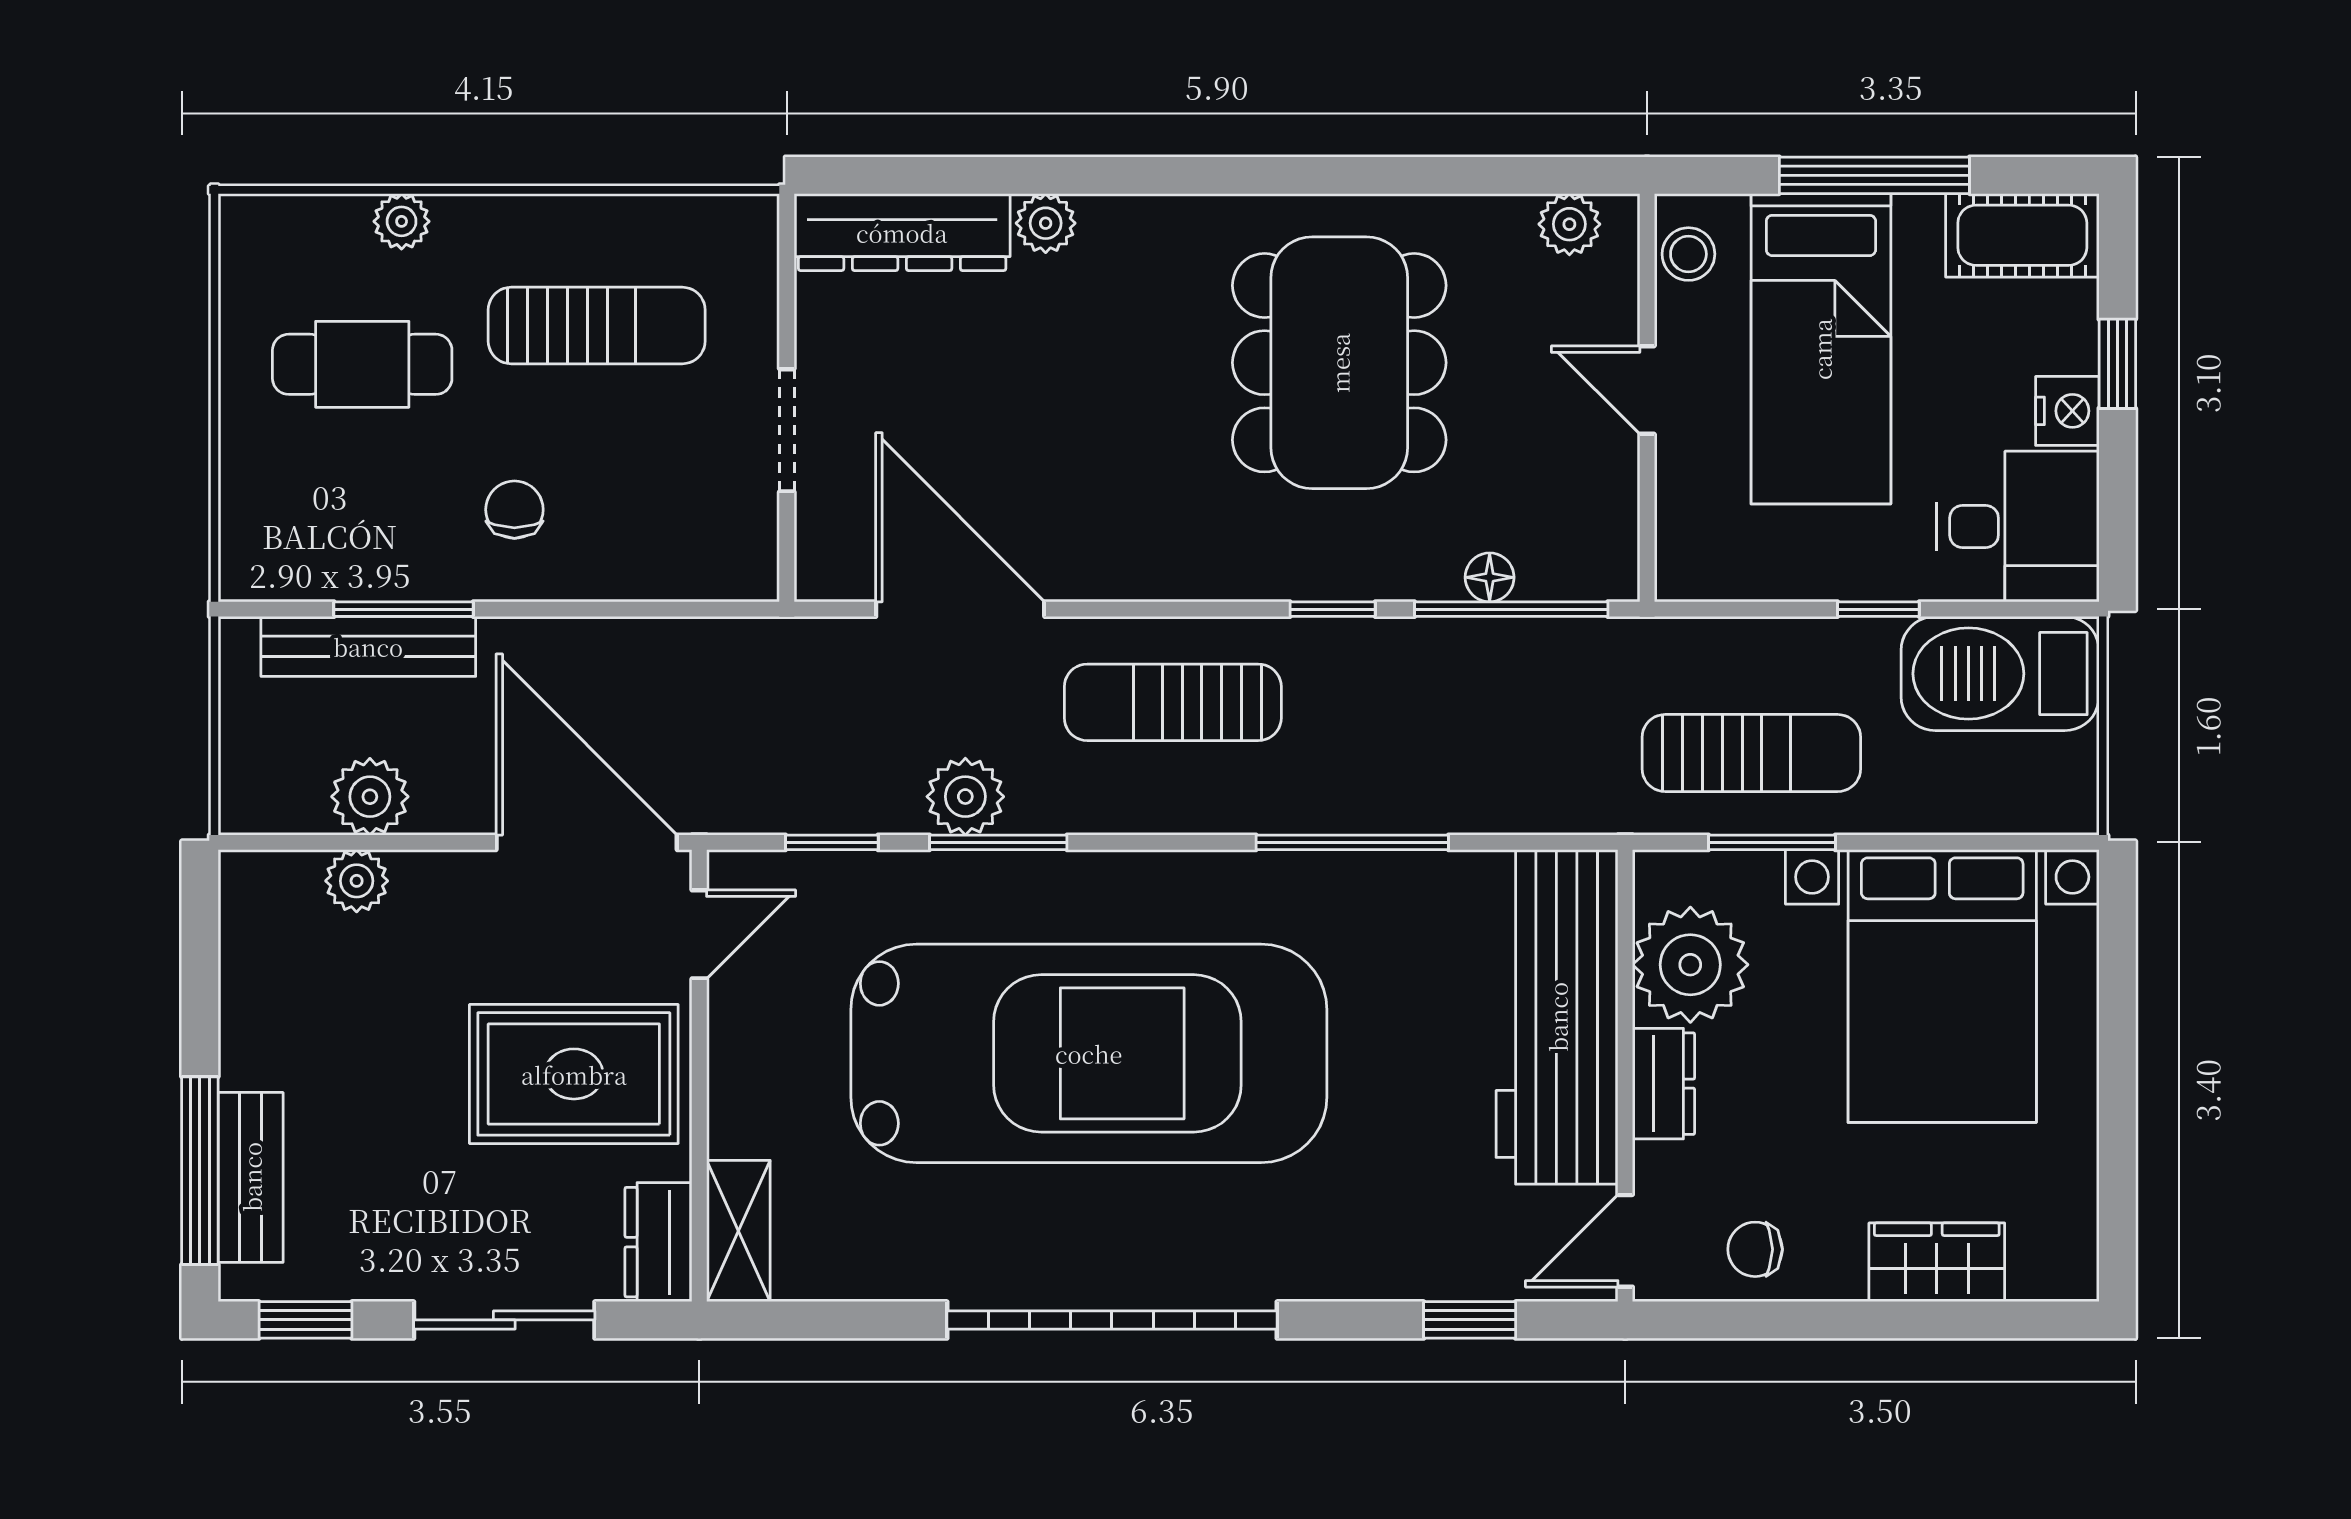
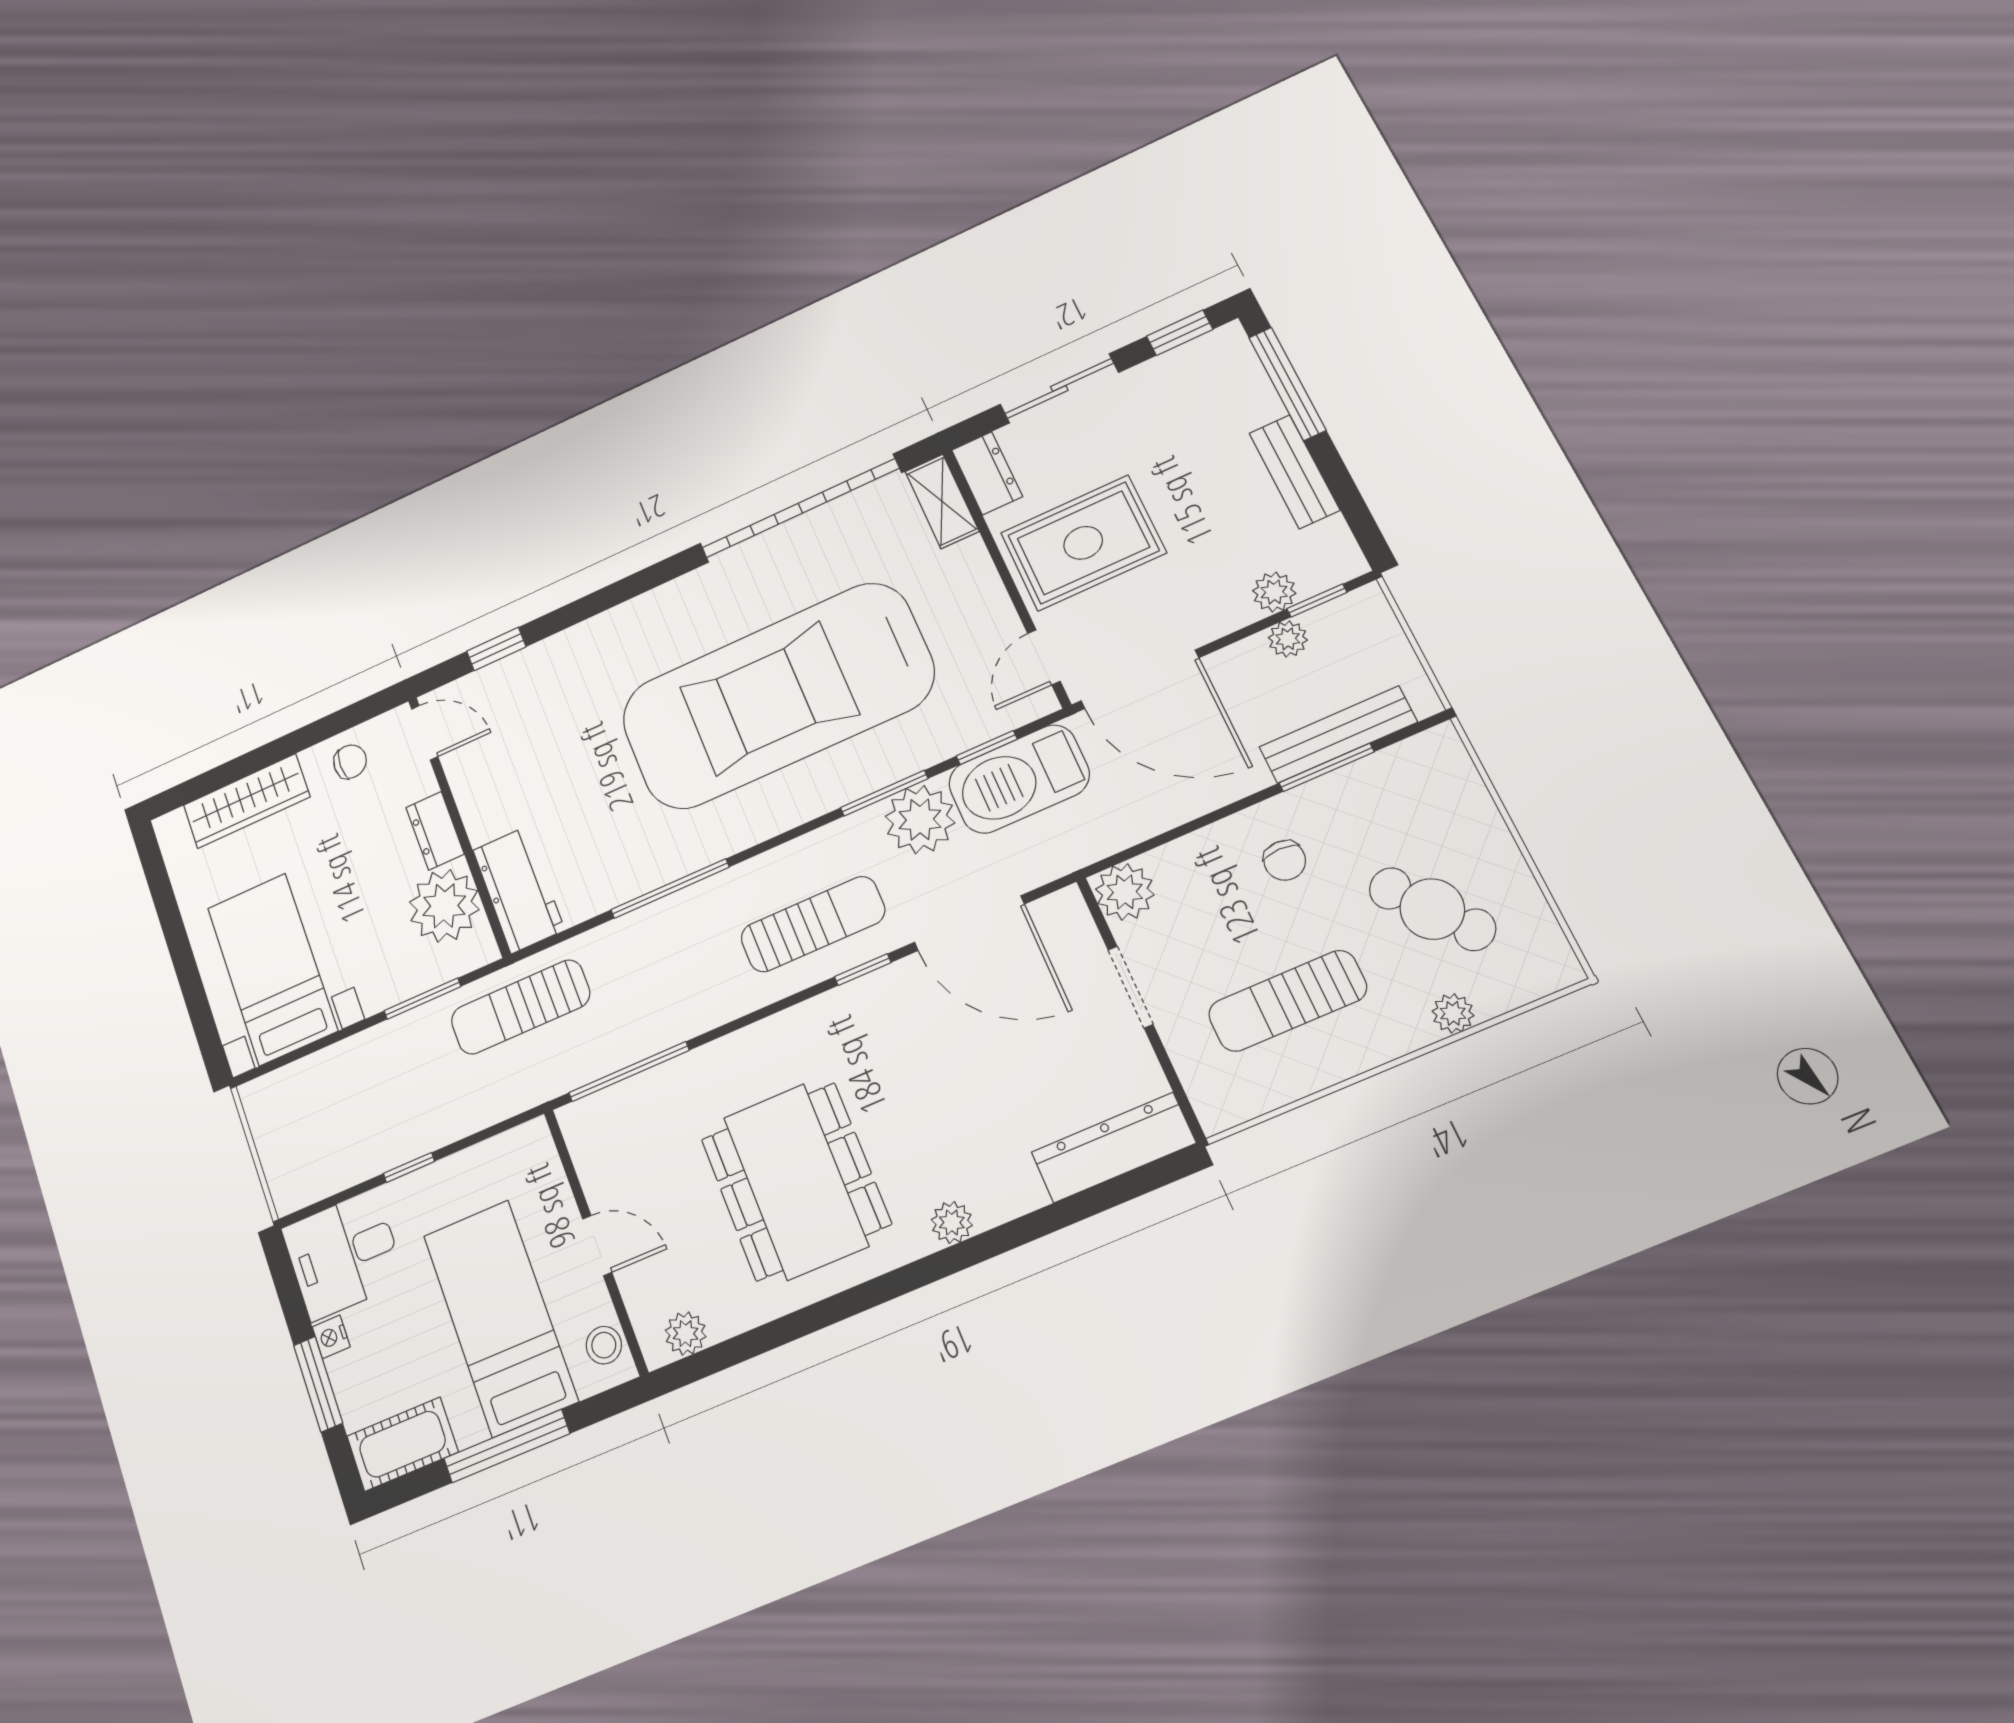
plant: (1046, 223) -> (952, 1222), moved
cafe table: (362, 364) -> (1432, 909), turned 52
window: (2117, 364) -> (318, 1384), width x1.50
nightstand: (2067, 411) -> (331, 1337), width x0.72, depth x0.74
plant: (737, 560) -> (1125, 892), added
floor lamp: (1490, 577) -> (649, 1086), removed
window: (1333, 609) -> (863, 970), moved
barbecue: (2000, 674) -> (1019, 779), moved, turned 180
sun lounger: (1751, 753) -> (520, 1007), moved
plant: (370, 797) -> (1288, 639), width x0.73, depth x0.73
plant: (965, 797) -> (920, 820), width x1.36, depth x1.36
window: (308, 842) -> (1317, 601), added
bed with nightstands: (1942, 986) -> (272, 969), width x0.73
workbench: (1557, 1017) -> (519, 890), width x0.53, depth x0.76
bench: (251, 1177) -> (1294, 472), moved
door: (1625, 1241) -> (425, 733), hinge flipped
wardrobe: (1937, 1262) -> (247, 801), width x1.50
garage door: (1112, 1320) -> (800, 508), moved

